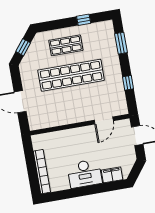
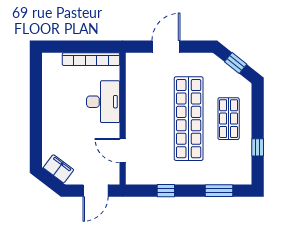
bookcase: (42, 172) -> (91, 59), moved
desk: (85, 174) -> (103, 102), moved, turned 180
filing cabinet: (112, 175) -> (58, 169), moved, turned -53

